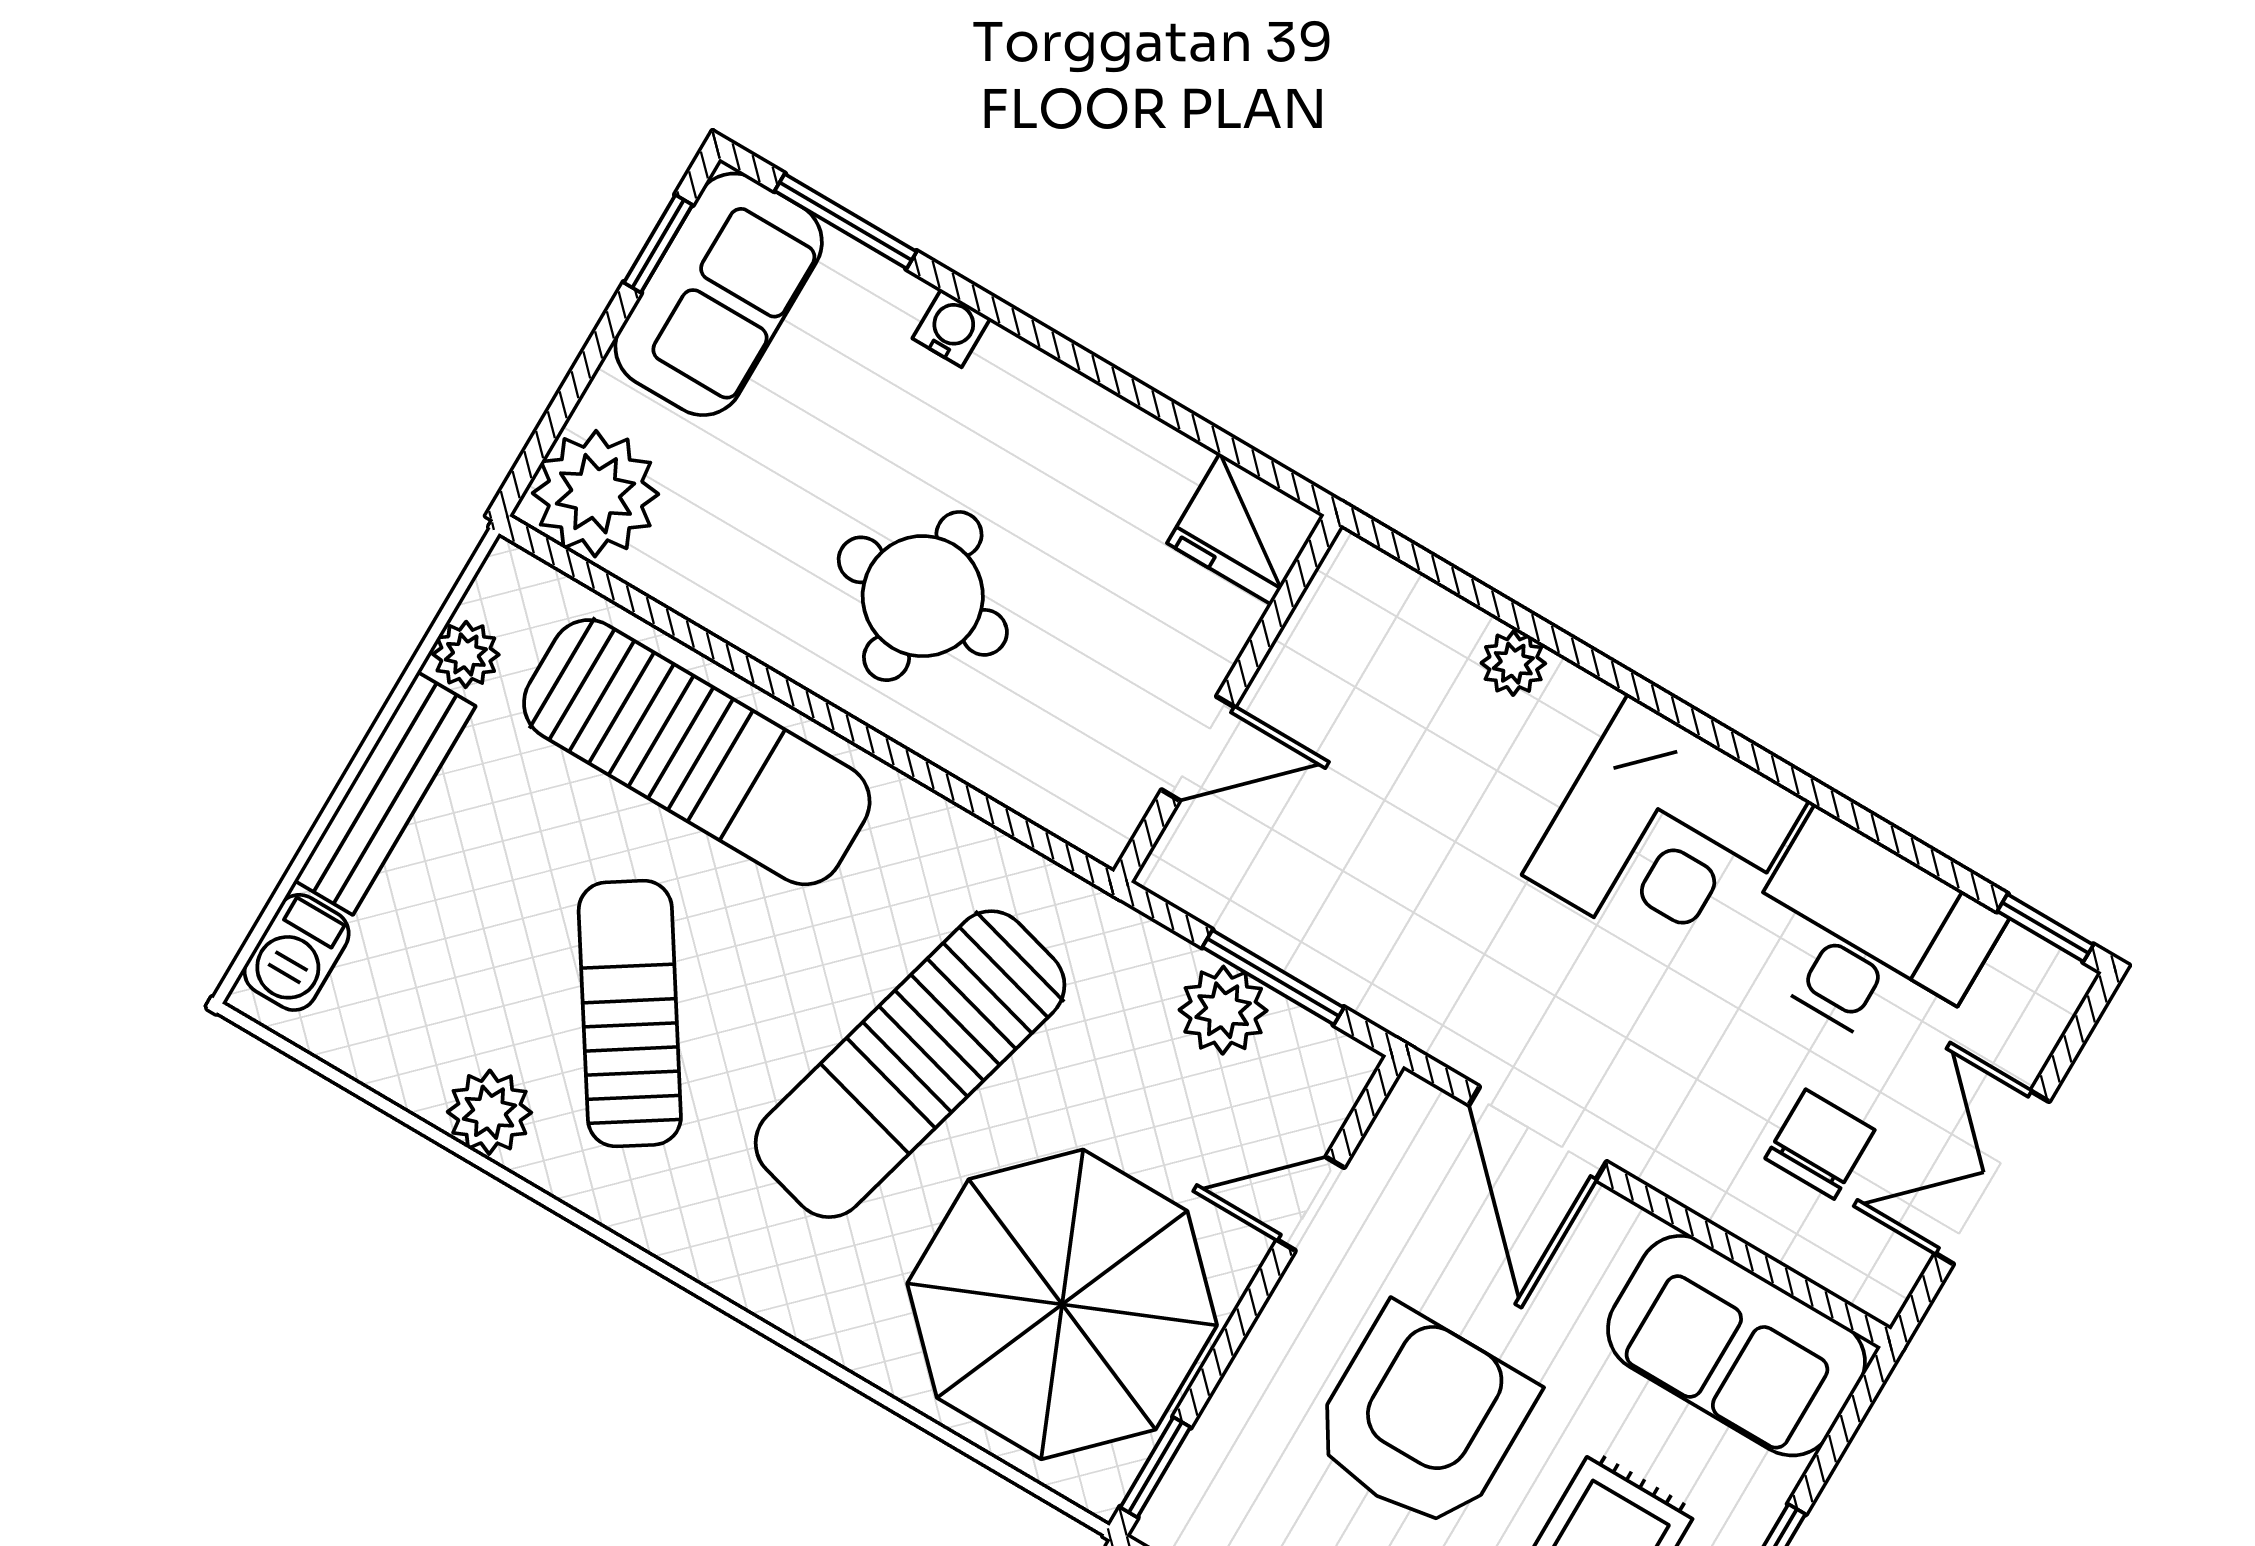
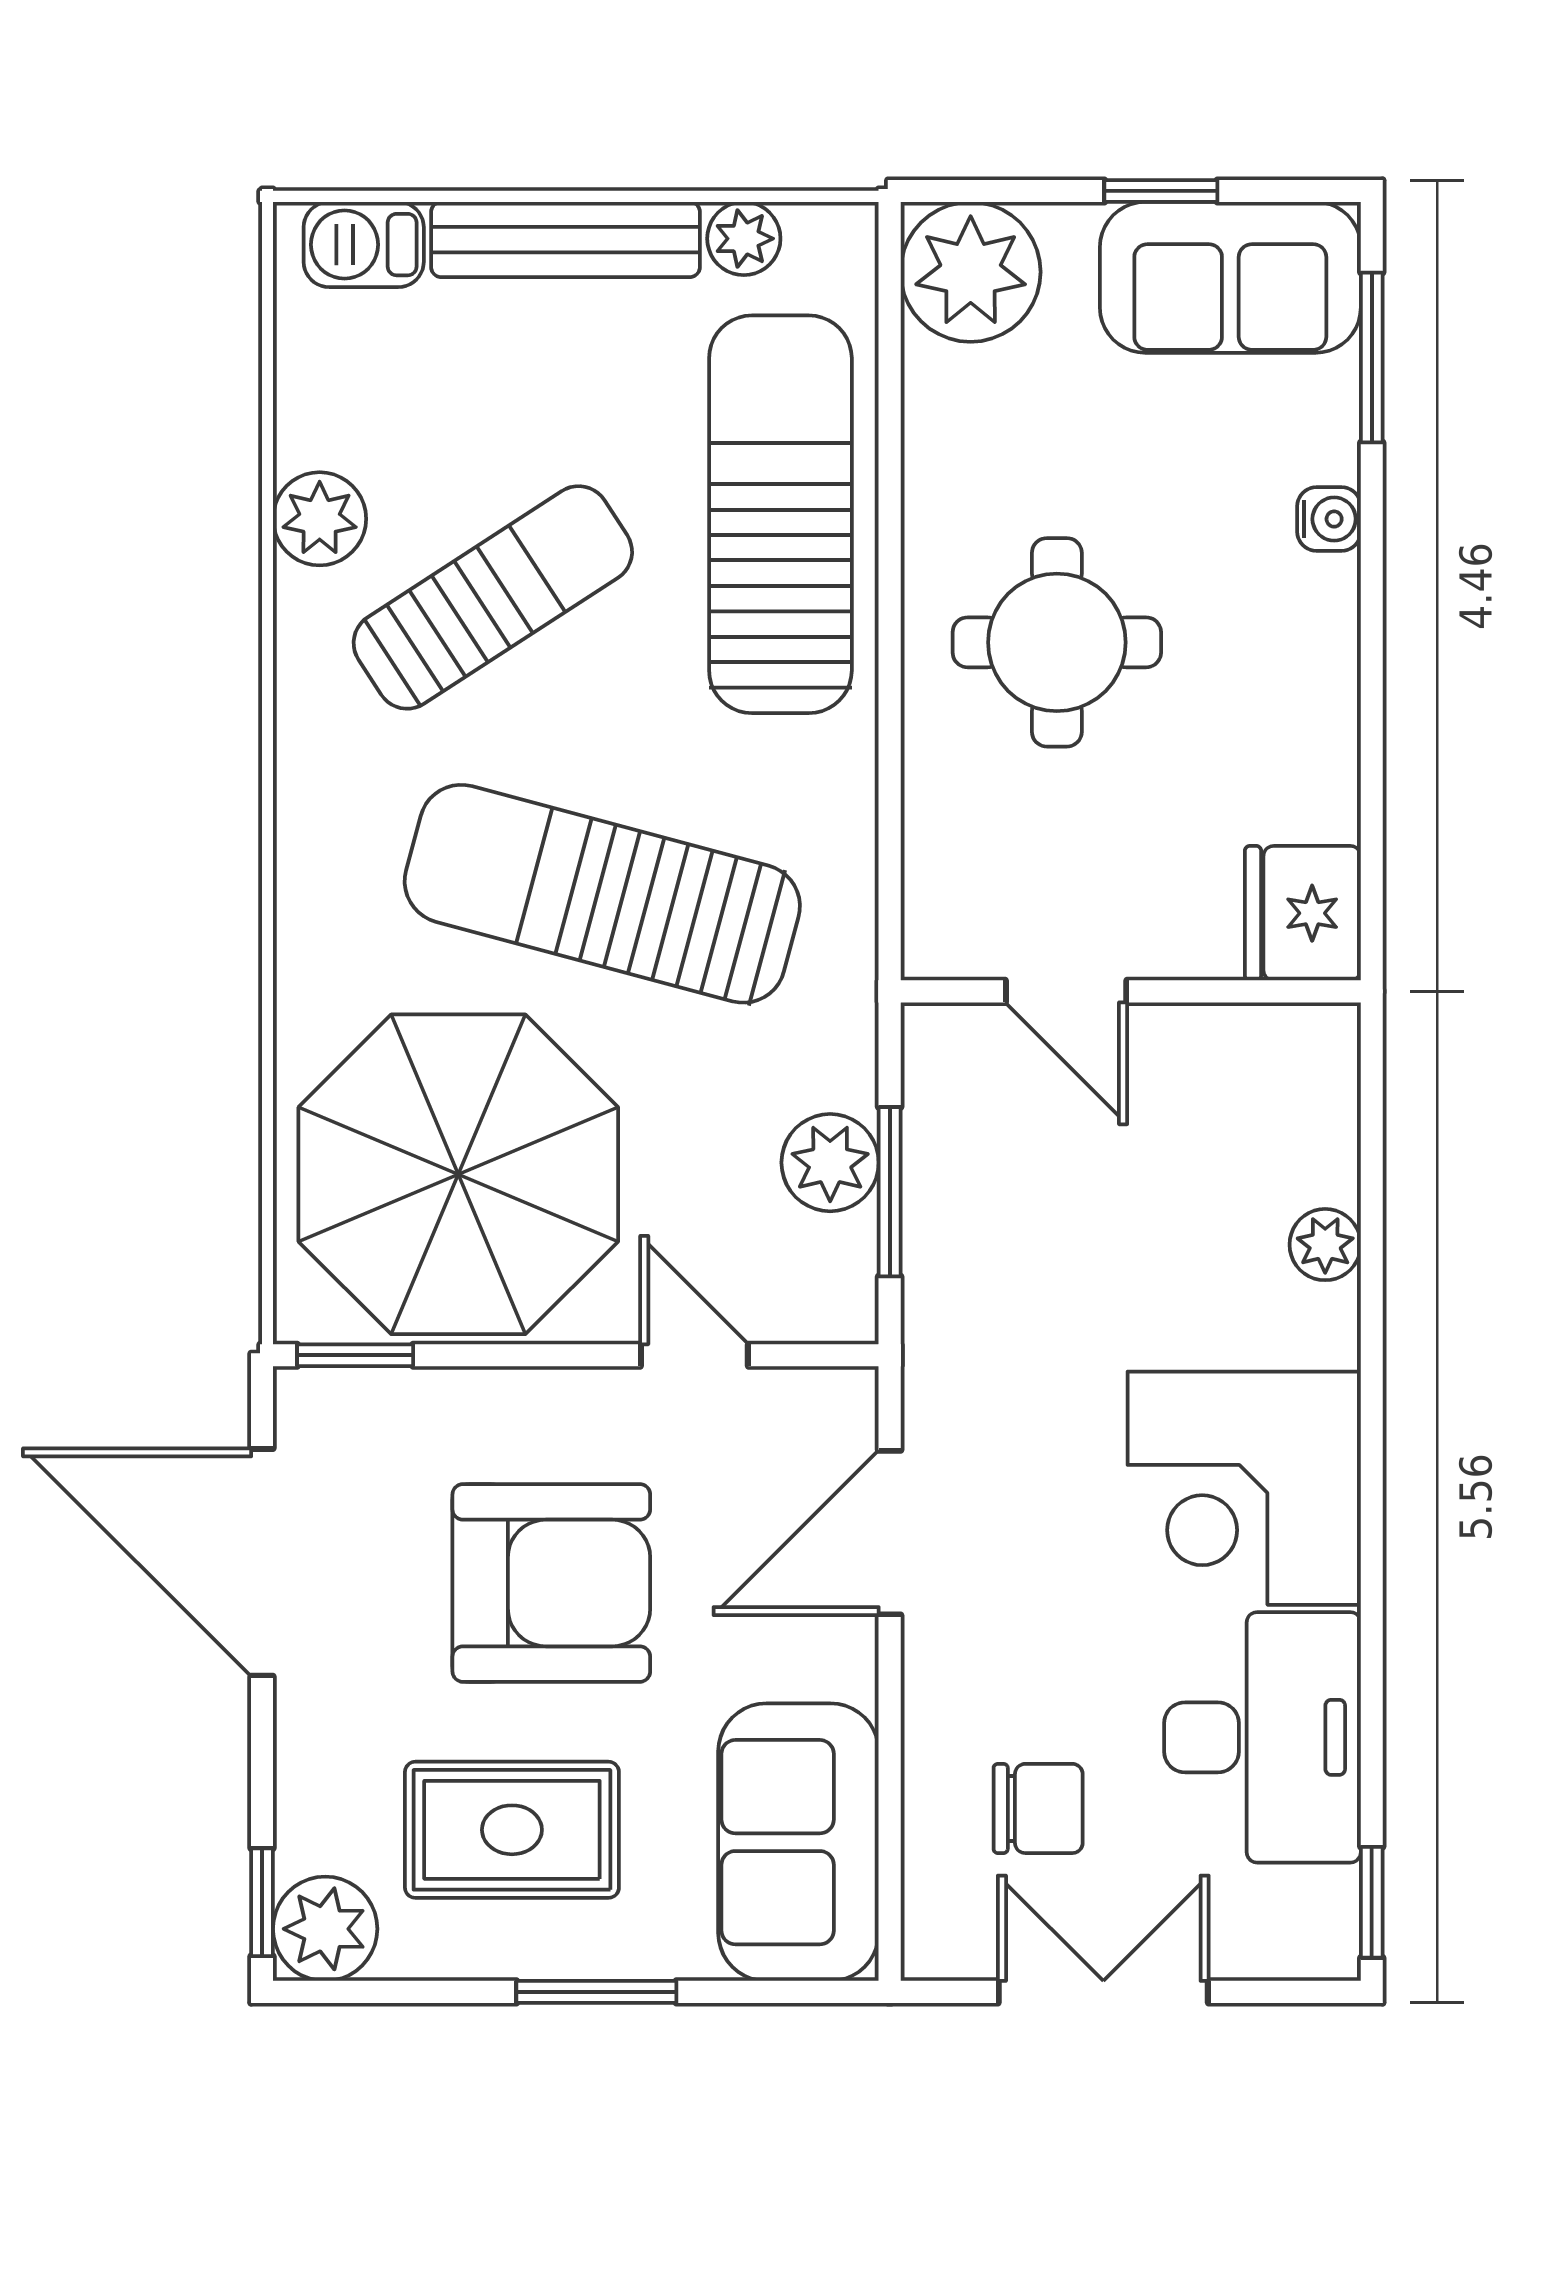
window: (658, 244) -> (1161, 191), moved
sun lounger: (697, 752) -> (780, 514), turned 180

